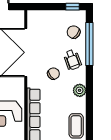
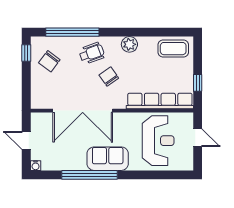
chair: (74, 32) -> (49, 61), moved

